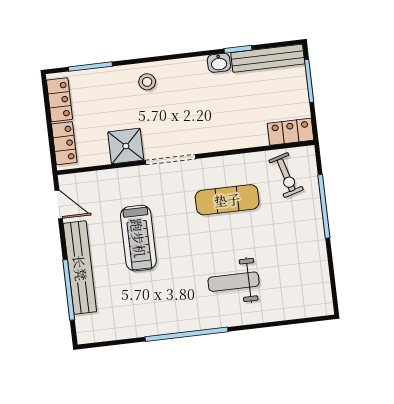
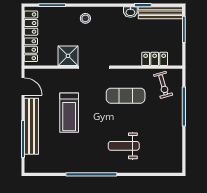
locker: (290, 132) -> (155, 59), moved

